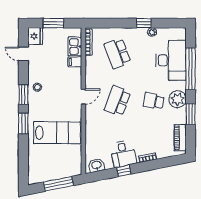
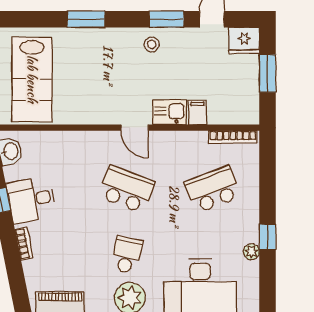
kitchen sink: (75, 47) -> (170, 112), moved
window: (23, 95) -> (166, 19), moved
lab bench: (57, 133) -> (32, 79), moved

